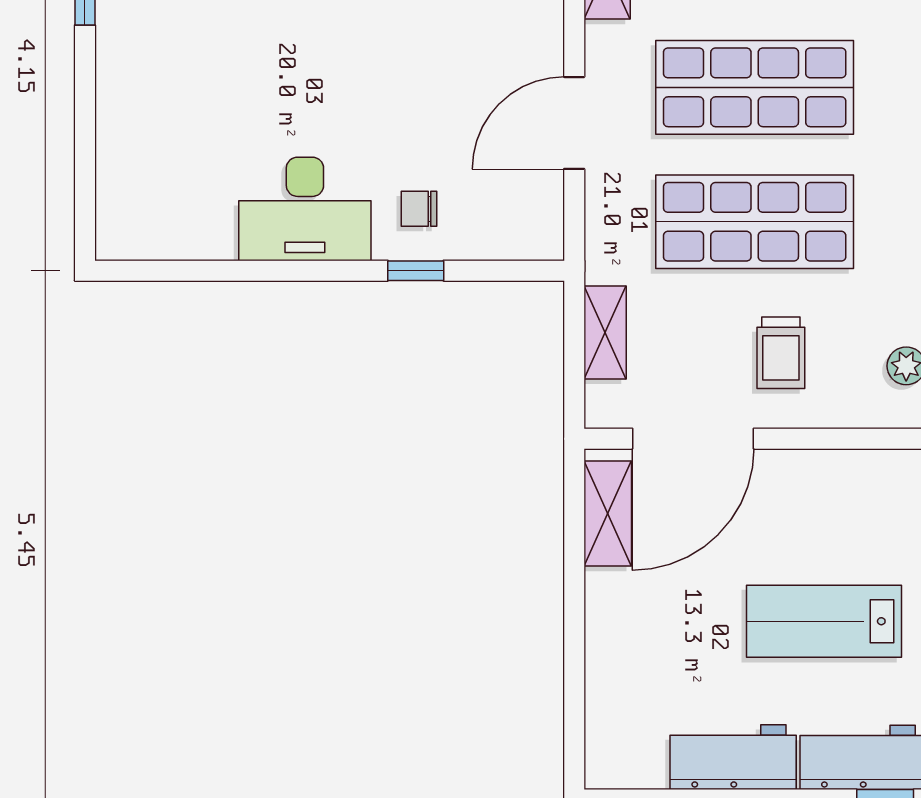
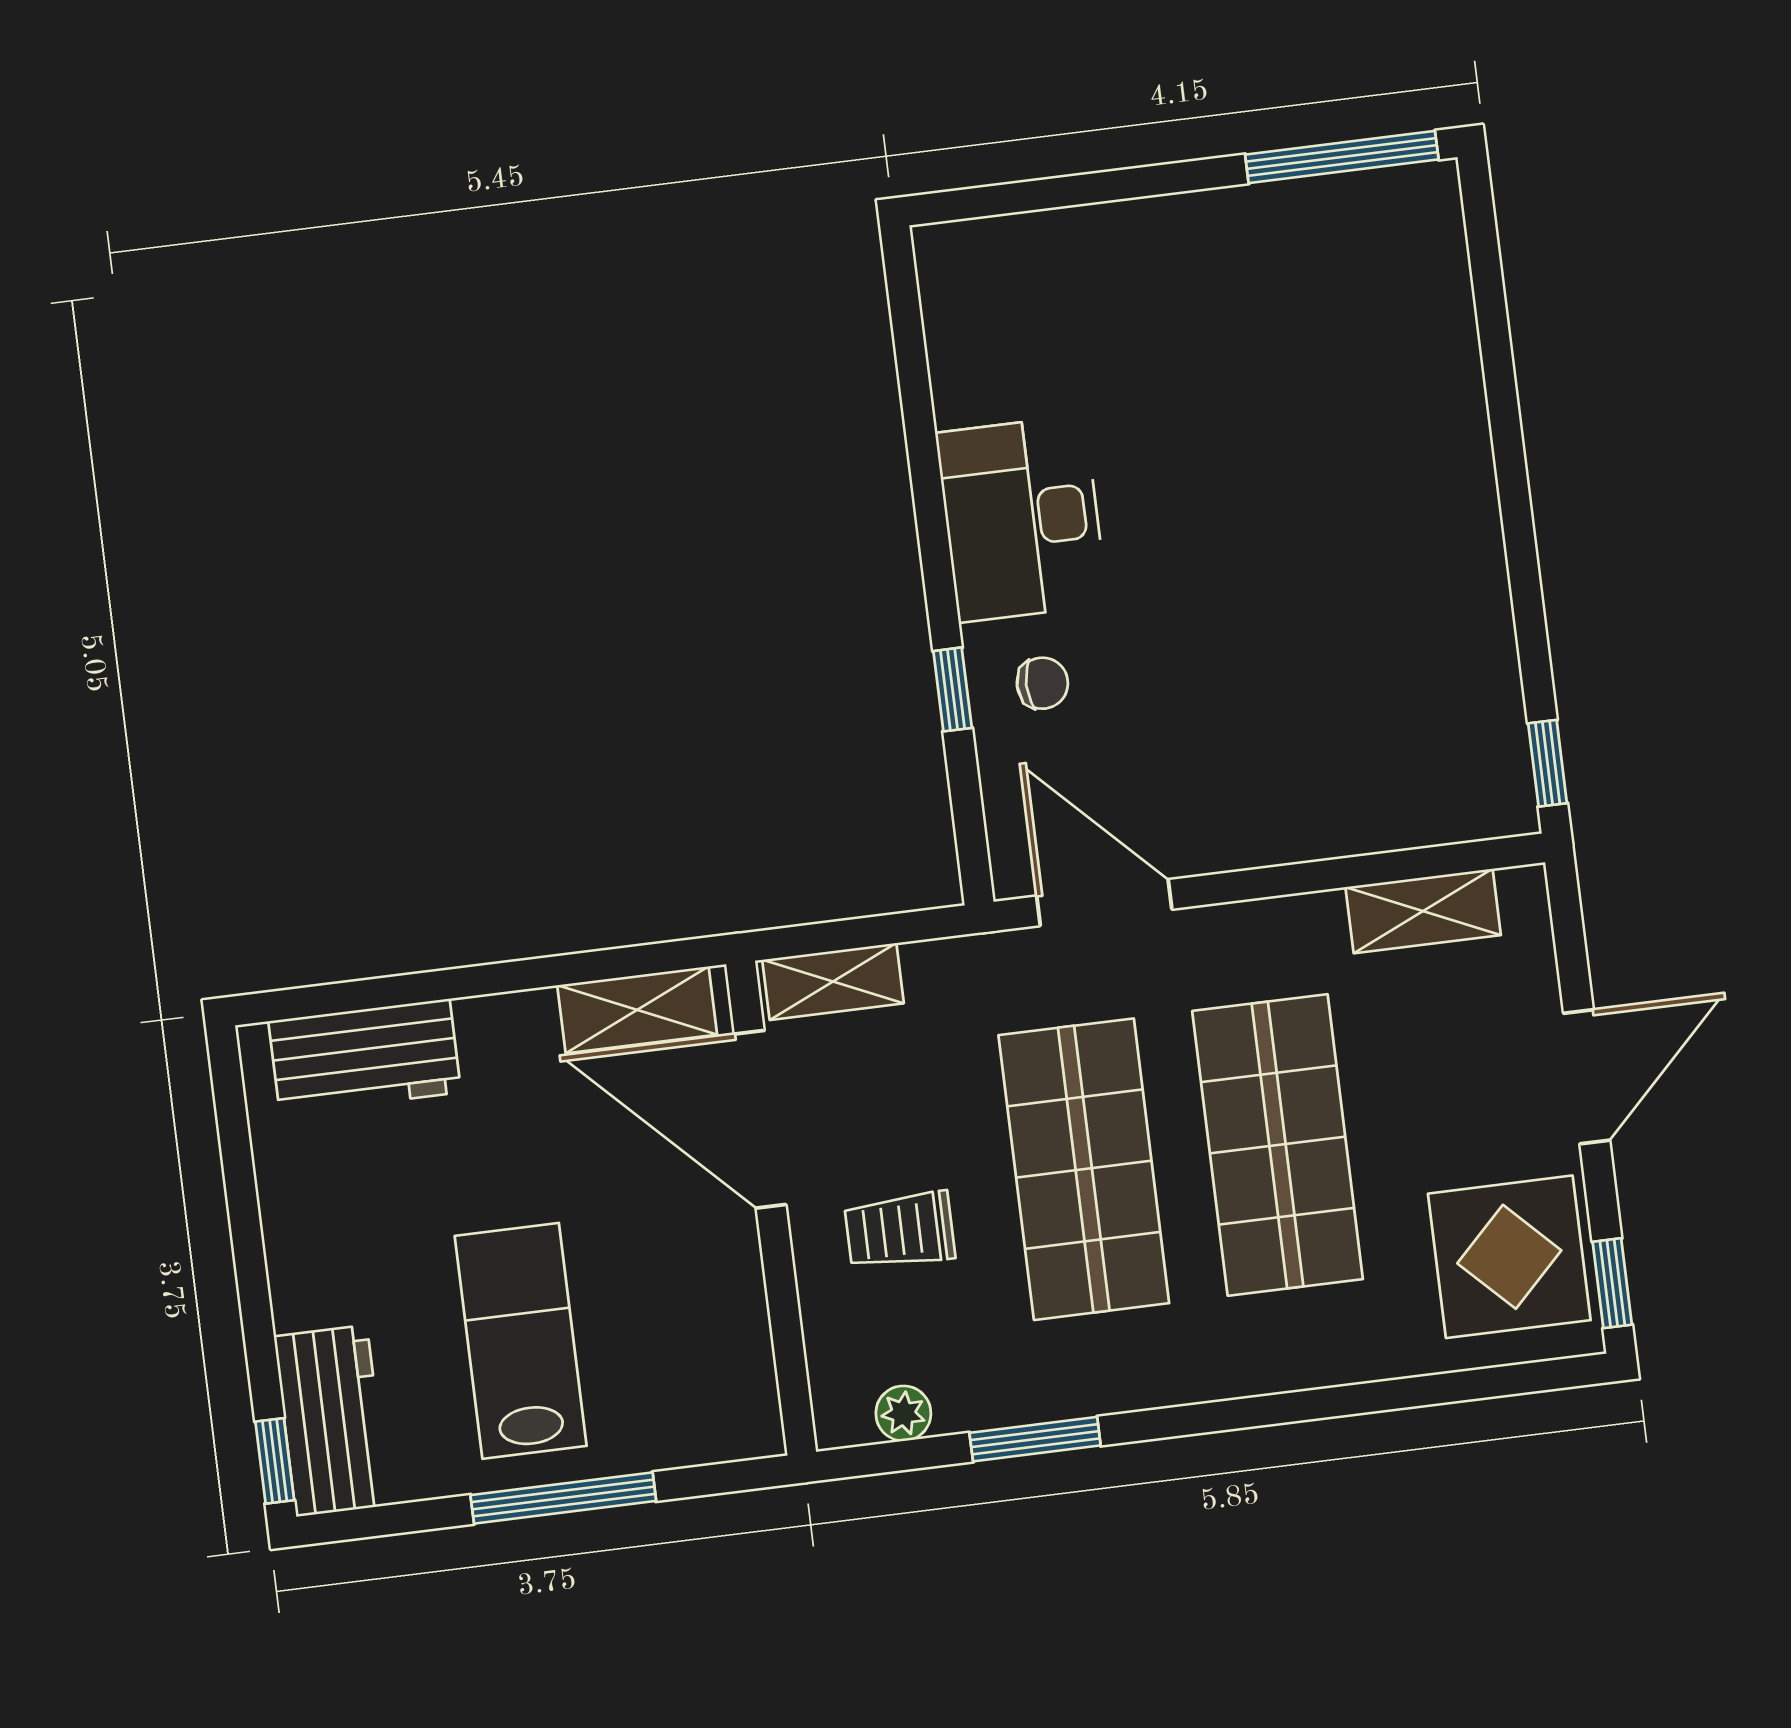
door: (574, 123) -> (1104, 903), moved
chair: (419, 209) -> (1042, 683), turned 90
shelving: (605, 332) -> (833, 982), moved
workbench: (733, 757) -> (365, 1057), moved, turned 90

